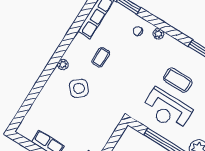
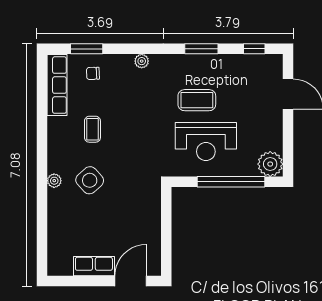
chair: (138, 31) -> (93, 73), moved
plant: (63, 65) -> (54, 181), moved

